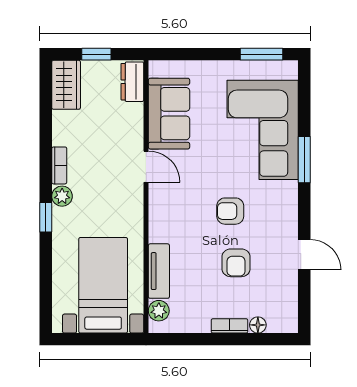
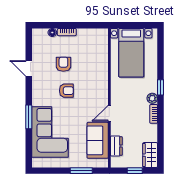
window: (262, 54) -> (81, 171), moved
dresser: (132, 82) -> (116, 146), moved
door: (146, 167) -> (109, 113), hinge flipped
tv unit: (159, 271) -> (103, 60), removed
plant: (159, 311) -> (103, 40), removed

